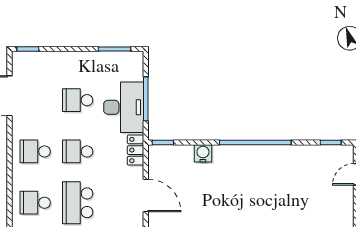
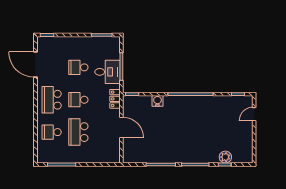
desk: (124, 107) -> (107, 72), width x0.73
school desk: (35, 151) -> (52, 100), width x1.85

